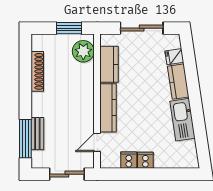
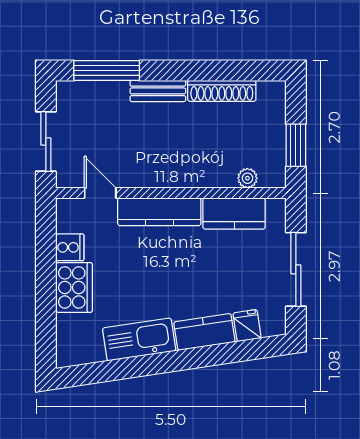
plant: (83, 51) -> (247, 178), width x0.53, depth x0.53
bench: (37, 134) -> (158, 91), moved
cooker: (145, 160) -> (74, 287), width x1.87, depth x1.31

